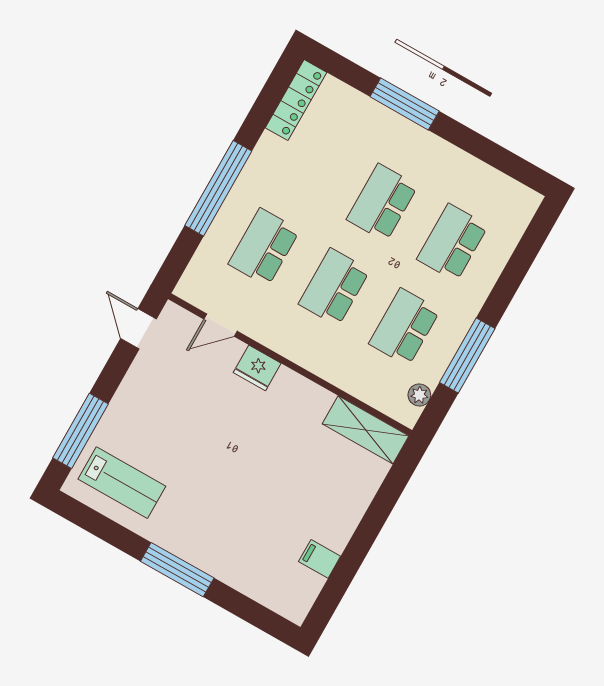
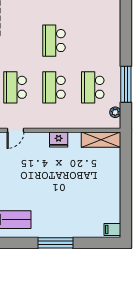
school desk: (452, 242) -> (93, 41), removed
fridge: (257, 368) -> (59, 139), moved
filing cabinet: (320, 559) -> (112, 230), moved

